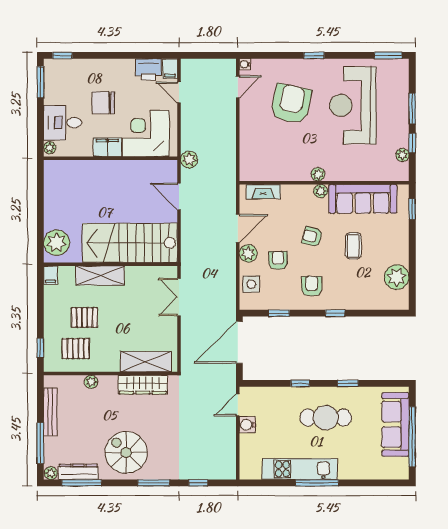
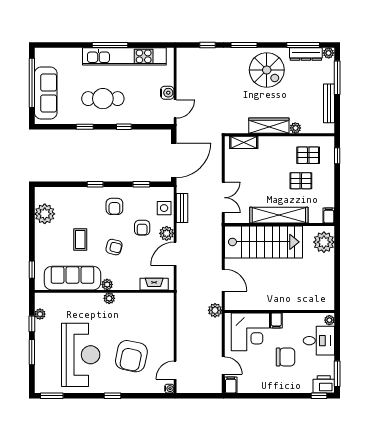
printer: (148, 69) -> (324, 384), moved
filing cabinet: (107, 147) -> (276, 320), width x0.50
shelving: (100, 276) -> (279, 215), width x1.47
bench: (229, 284) -> (182, 208), added
shelving: (146, 362) -> (244, 142), width x0.67, depth x0.75
wardrobe: (143, 385) -> (269, 126), moved
kitchen unit: (300, 469) -> (124, 56), width x1.36

